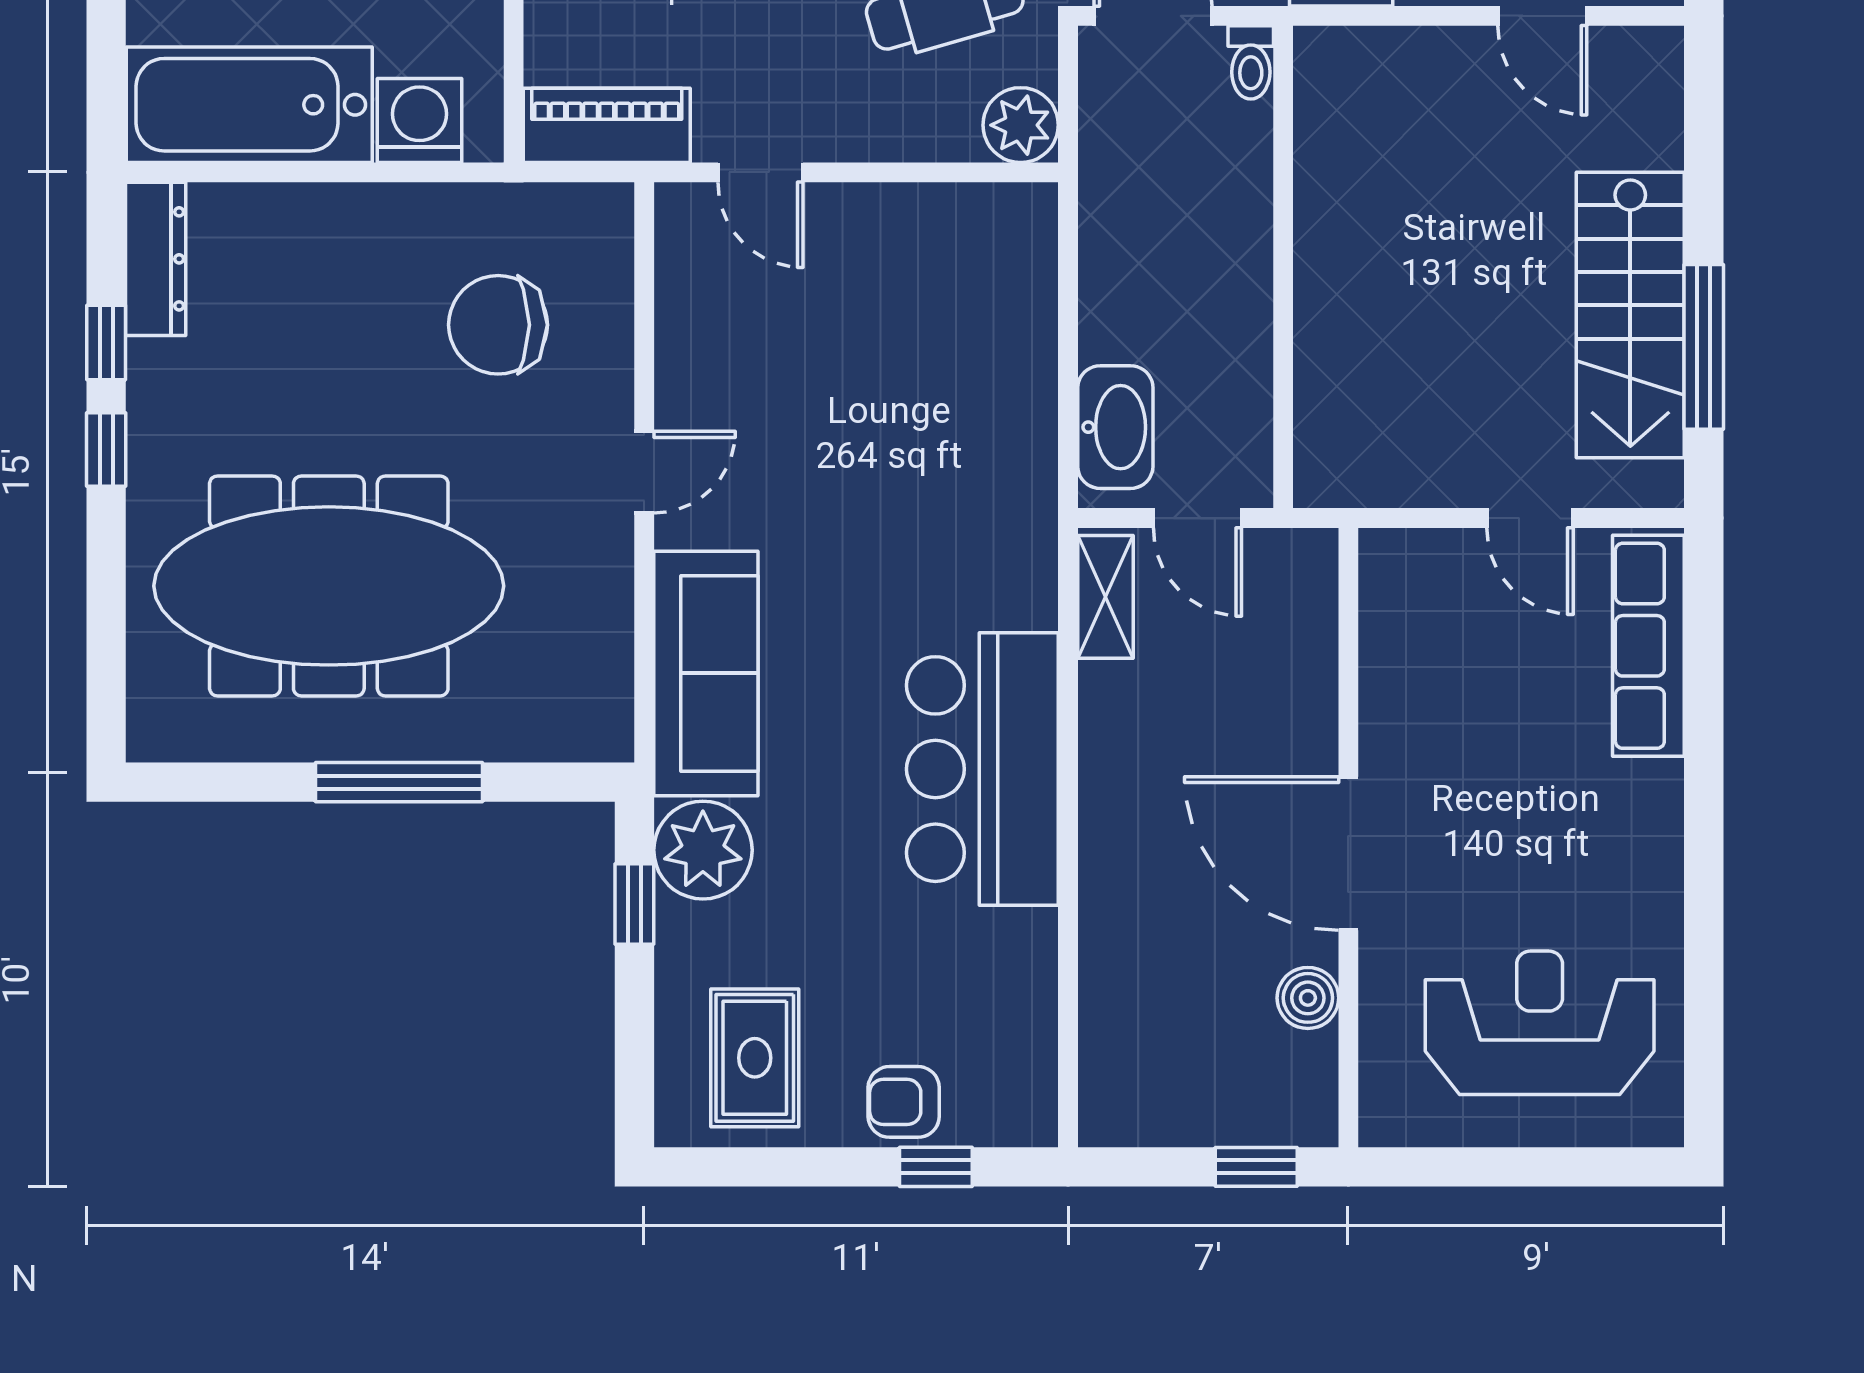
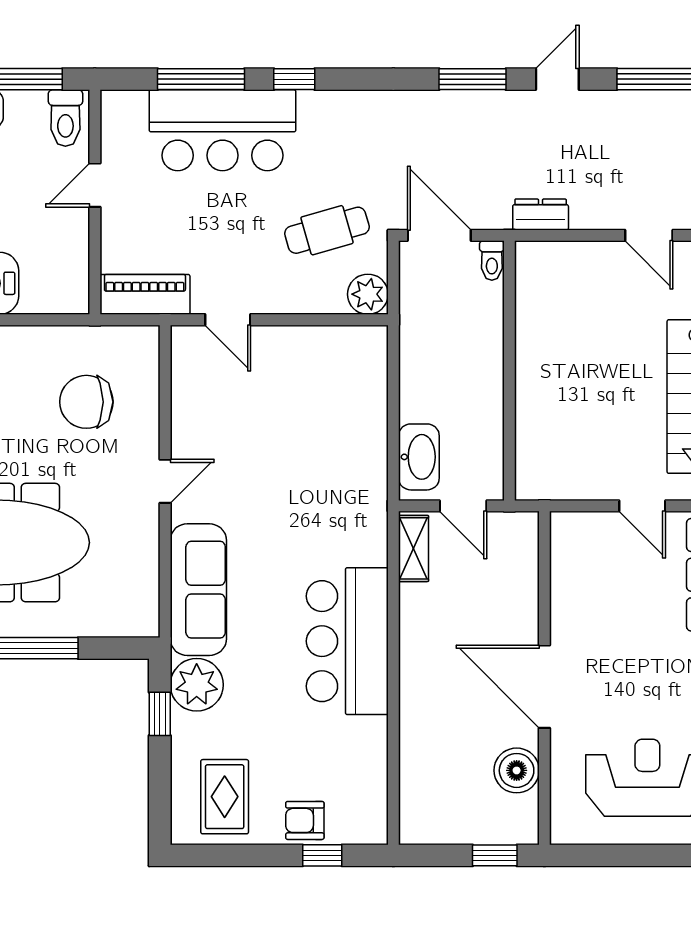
washing machine: (420, 121) -> (44, 292), removed
boiler: (1308, 998) -> (517, 770), width x1.36, depth x1.36

